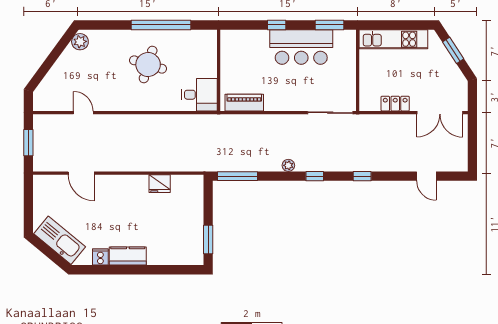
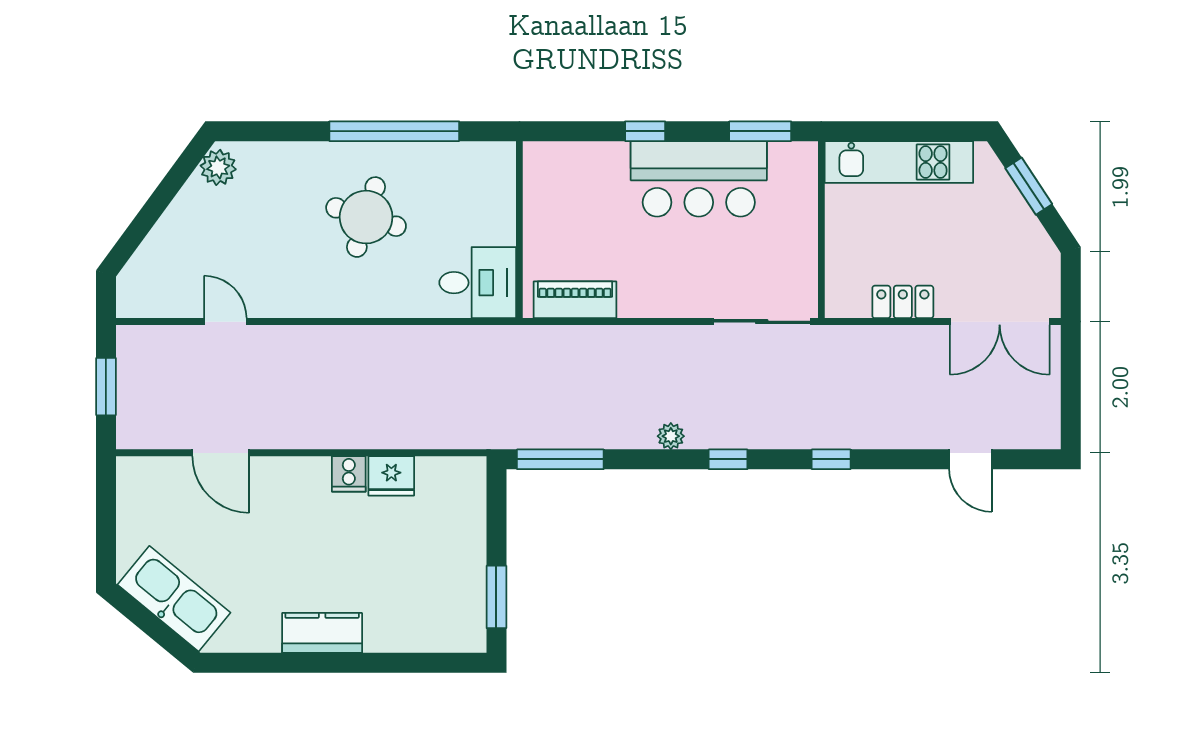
cooker: (100, 257) -> (349, 474), moved, turned 180

